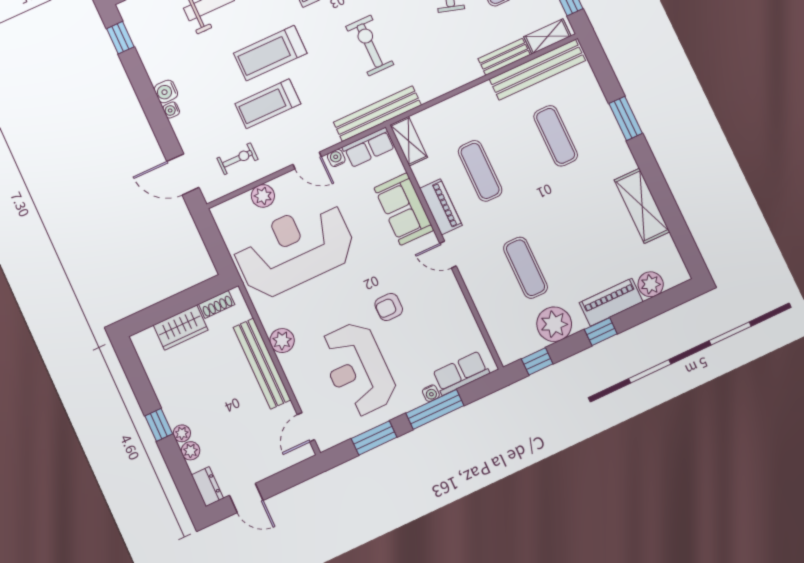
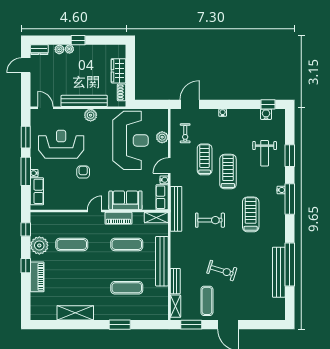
bench: (537, 70) -> (162, 261), moved
water cooler: (166, 91) -> (266, 114), moved
plant: (651, 284) -> (37, 299), removed

